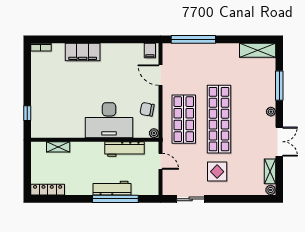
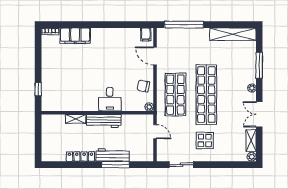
shelving: (258, 50) -> (233, 34), width x1.47
filing cabinet: (83, 52) -> (75, 36), moved
desk: (109, 120) -> (110, 99), width x0.53, depth x0.77
double door: (279, 142) -> (259, 114), swing flipped
shelving: (58, 147) -> (76, 119), moved
workbench: (124, 149) -> (104, 121), moved
locker: (48, 190) -> (80, 156), moved
window: (115, 199) -> (115, 165), width x0.68

